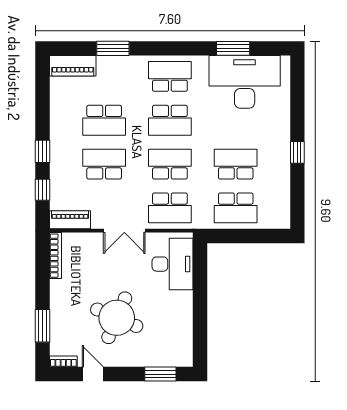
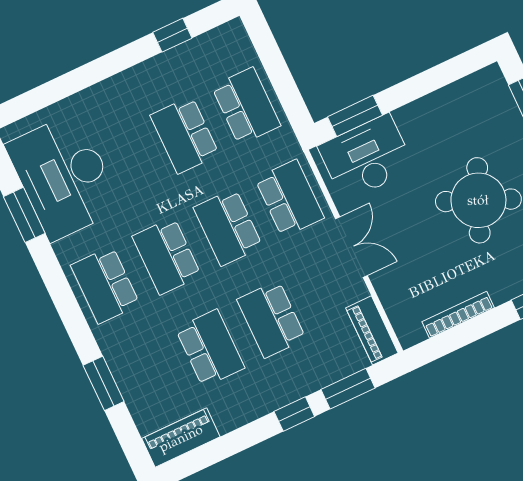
piano: (73, 66) -> (181, 438), moved, turned -90
school desk: (170, 120) -> (167, 256), turned 180
window: (297, 152) -> (172, 35), moved
window: (42, 190) -> (348, 389), width x1.50
bookcase: (55, 256) -> (458, 315), moved
window: (200, 269) -> (355, 116), added

